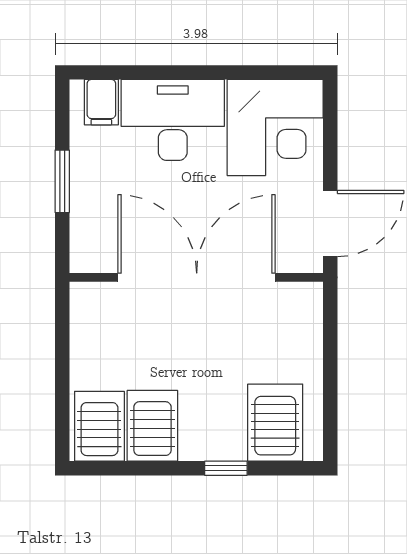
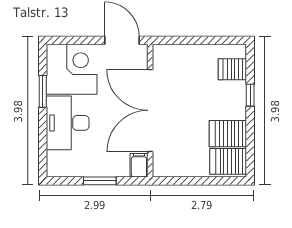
window: (233, 72) -> (43, 91), added
filing cabinet: (101, 102) -> (139, 165), moved, turned -90
server rack: (275, 423) -> (232, 69), width x0.73, depth x0.70

